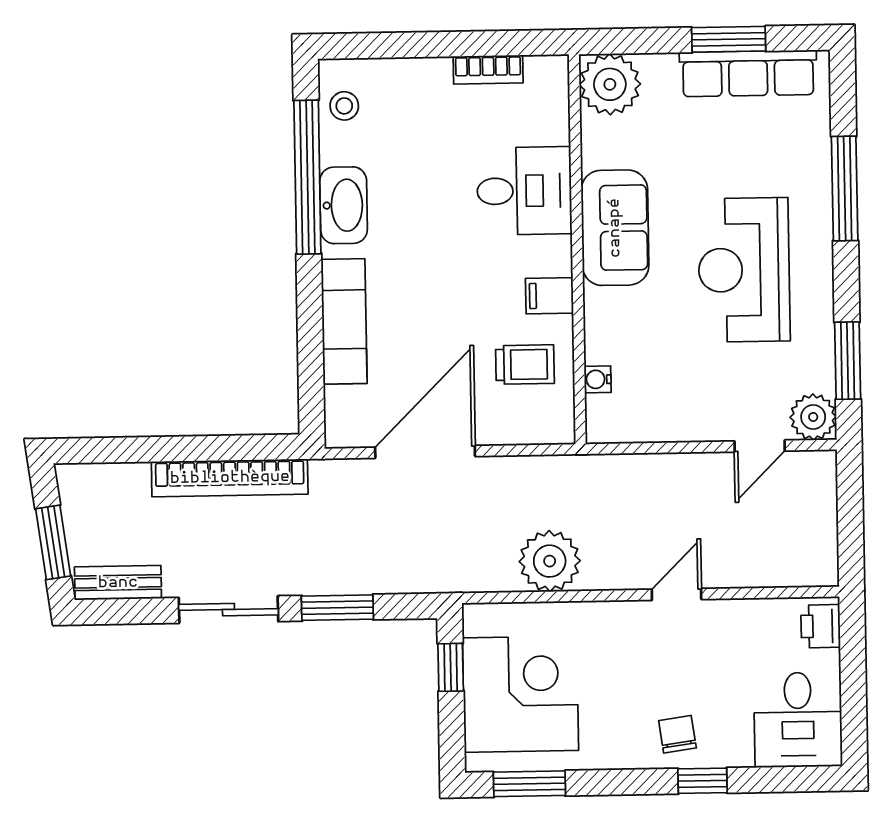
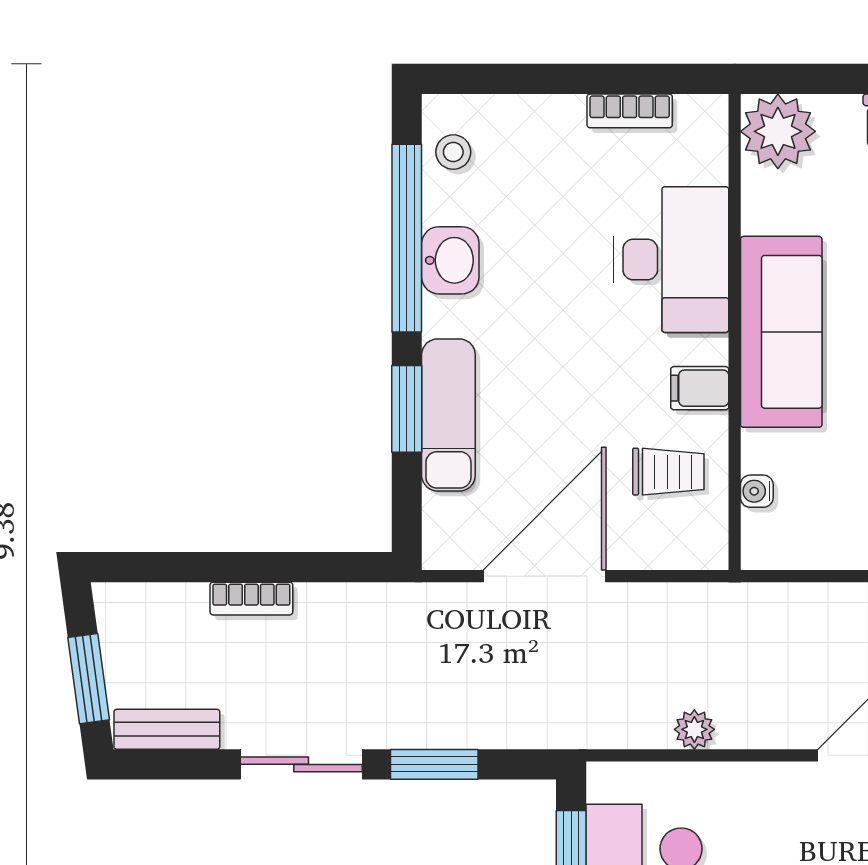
desk: (524, 191) -> (671, 260), width x1.37
washbasin: (344, 205) -> (450, 260), width x0.72
sofa: (615, 228) -> (781, 332), width x1.36
window: (310, 317) -> (407, 409), added
bookcase: (230, 478) -> (251, 599), width x0.43, depth x0.76
plant: (550, 561) -> (694, 729), width x0.53, depth x0.53

